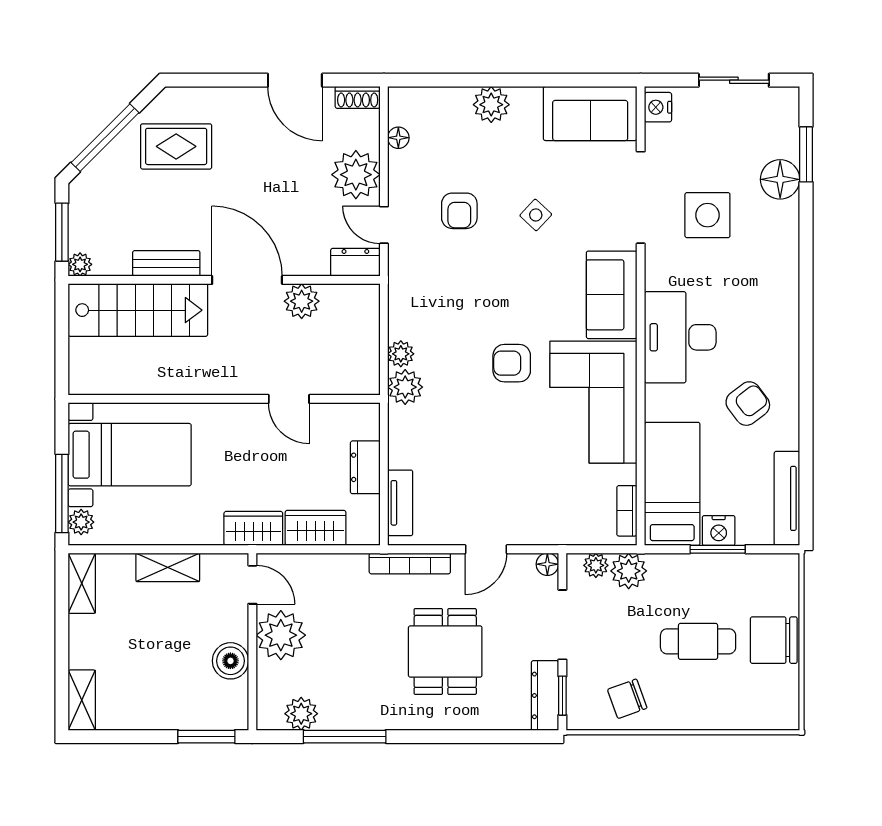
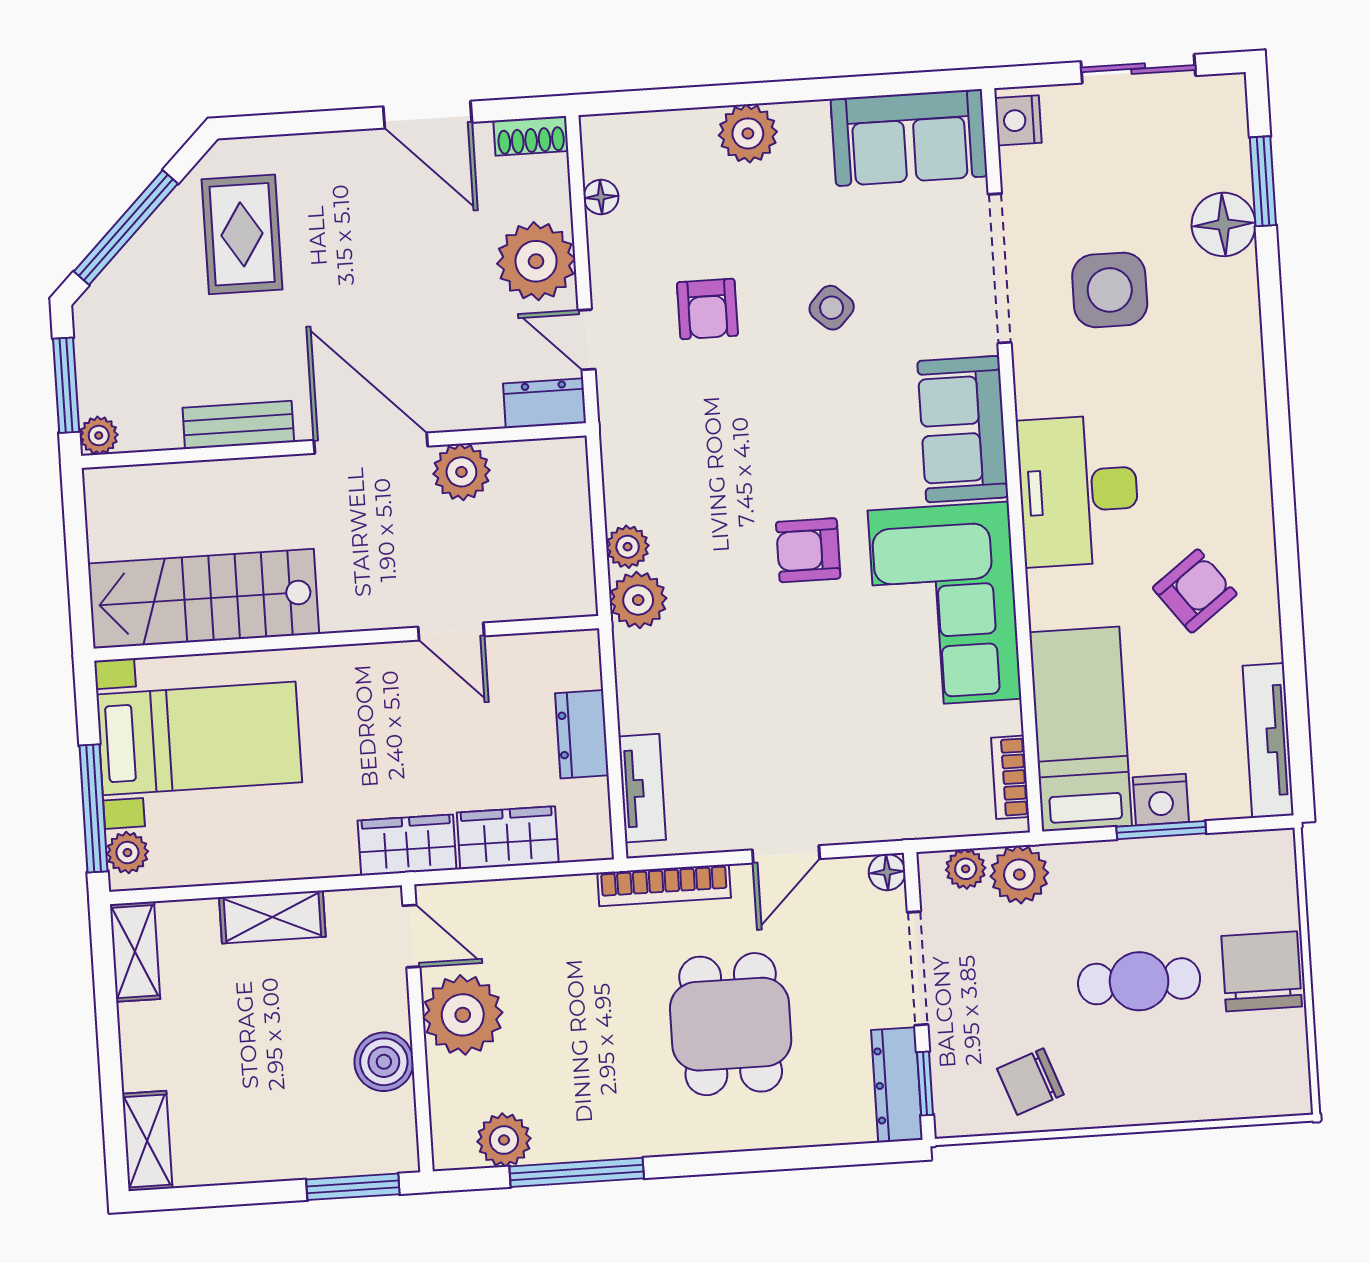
rug: (176, 146) -> (242, 234), turned 90
stairs: (138, 310) -> (203, 599), moved, turned 180
chair: (774, 640) -> (1262, 971), turned 90

